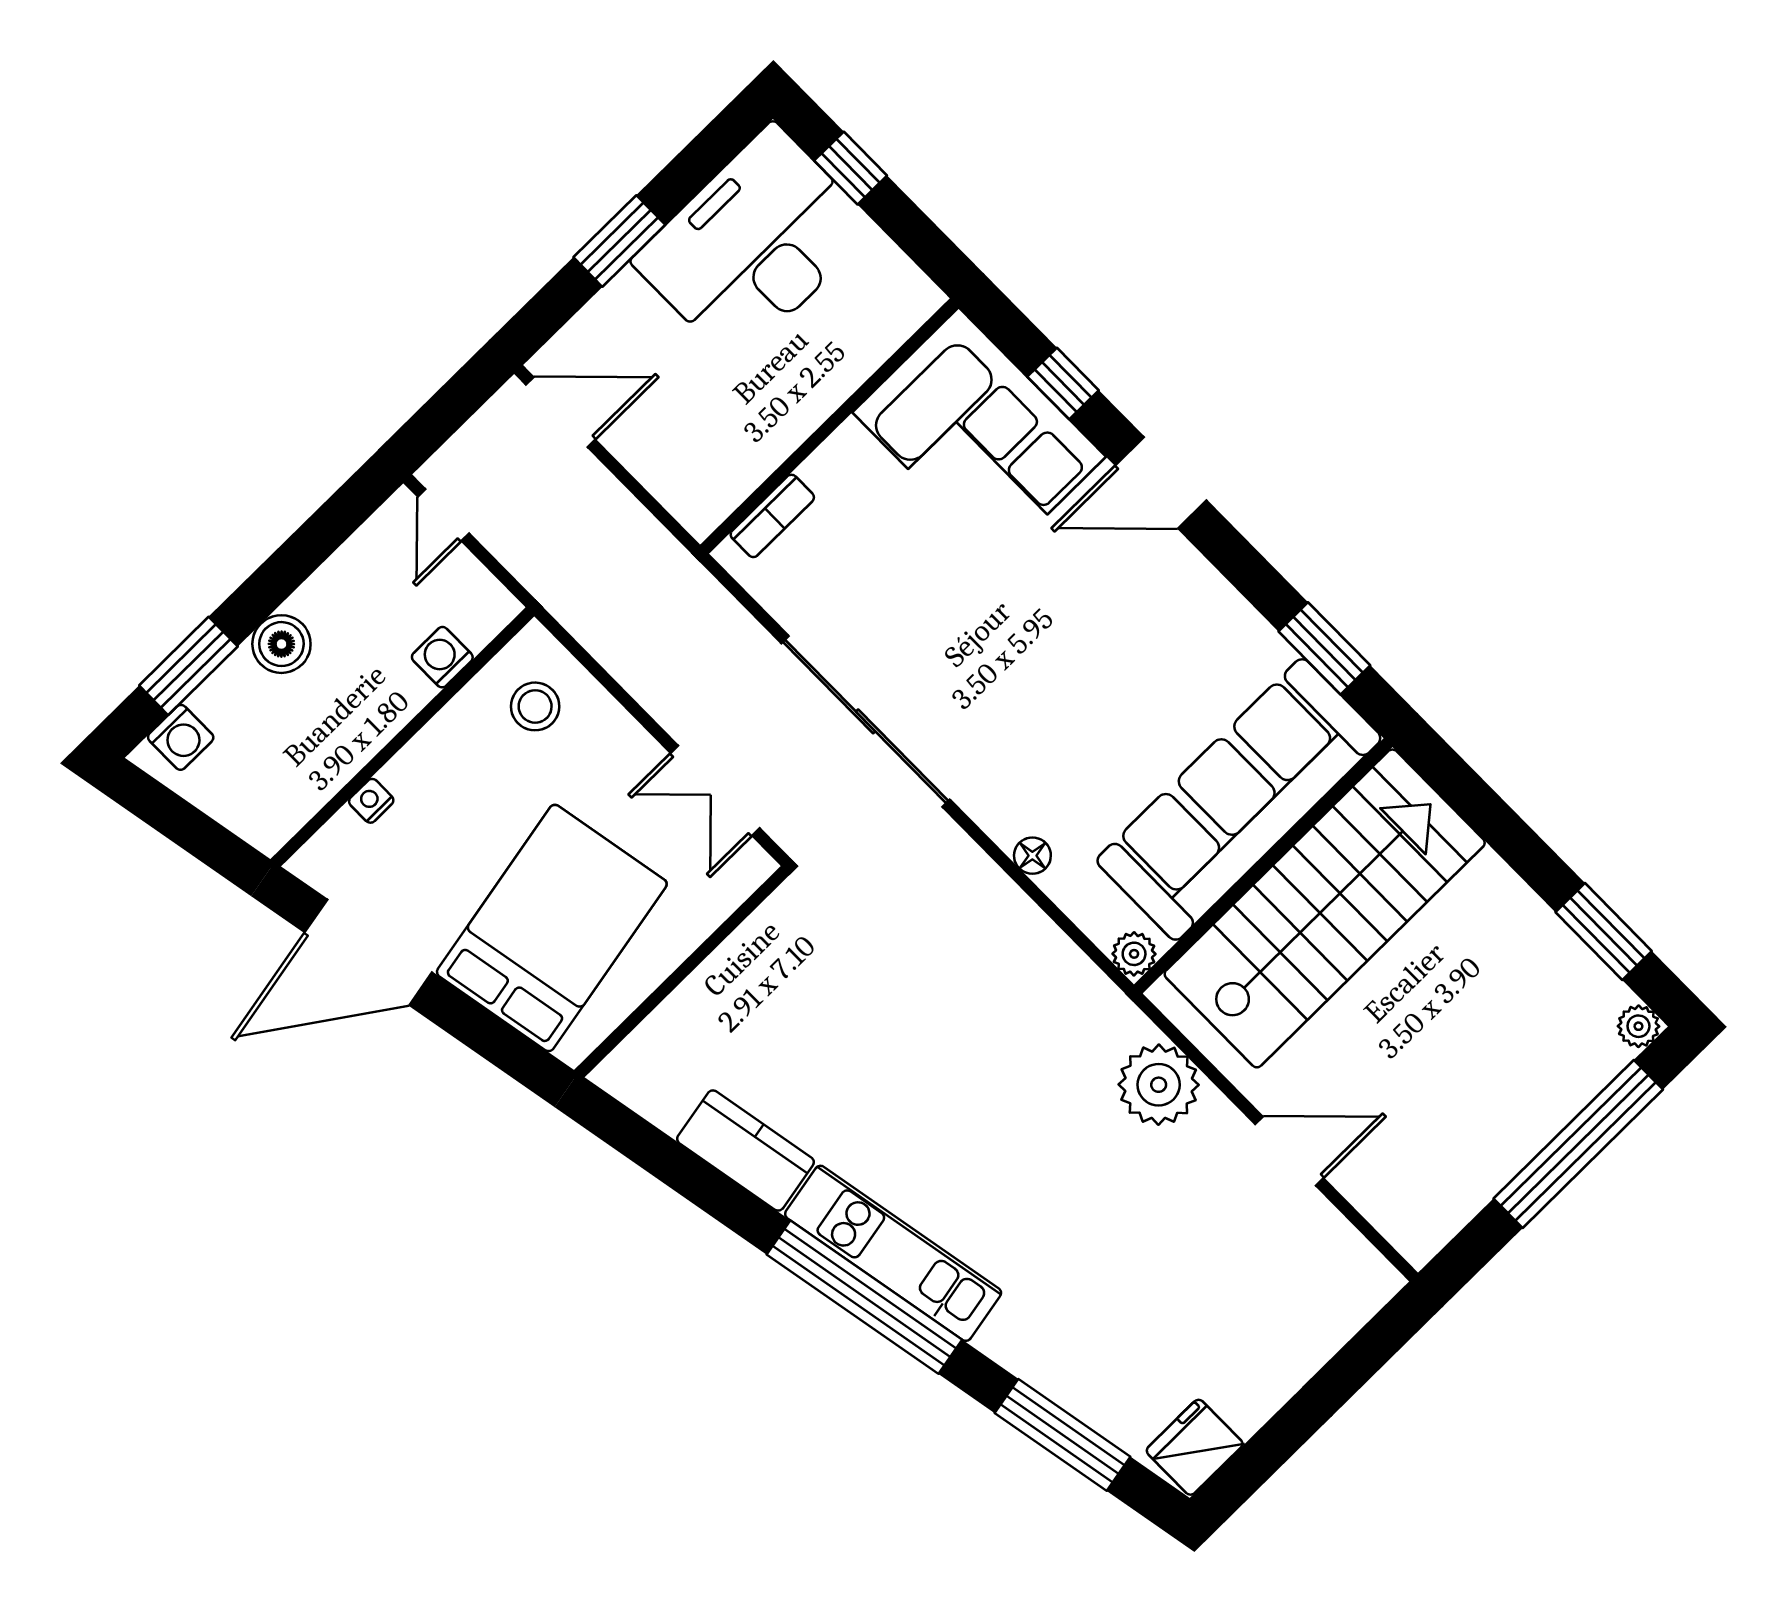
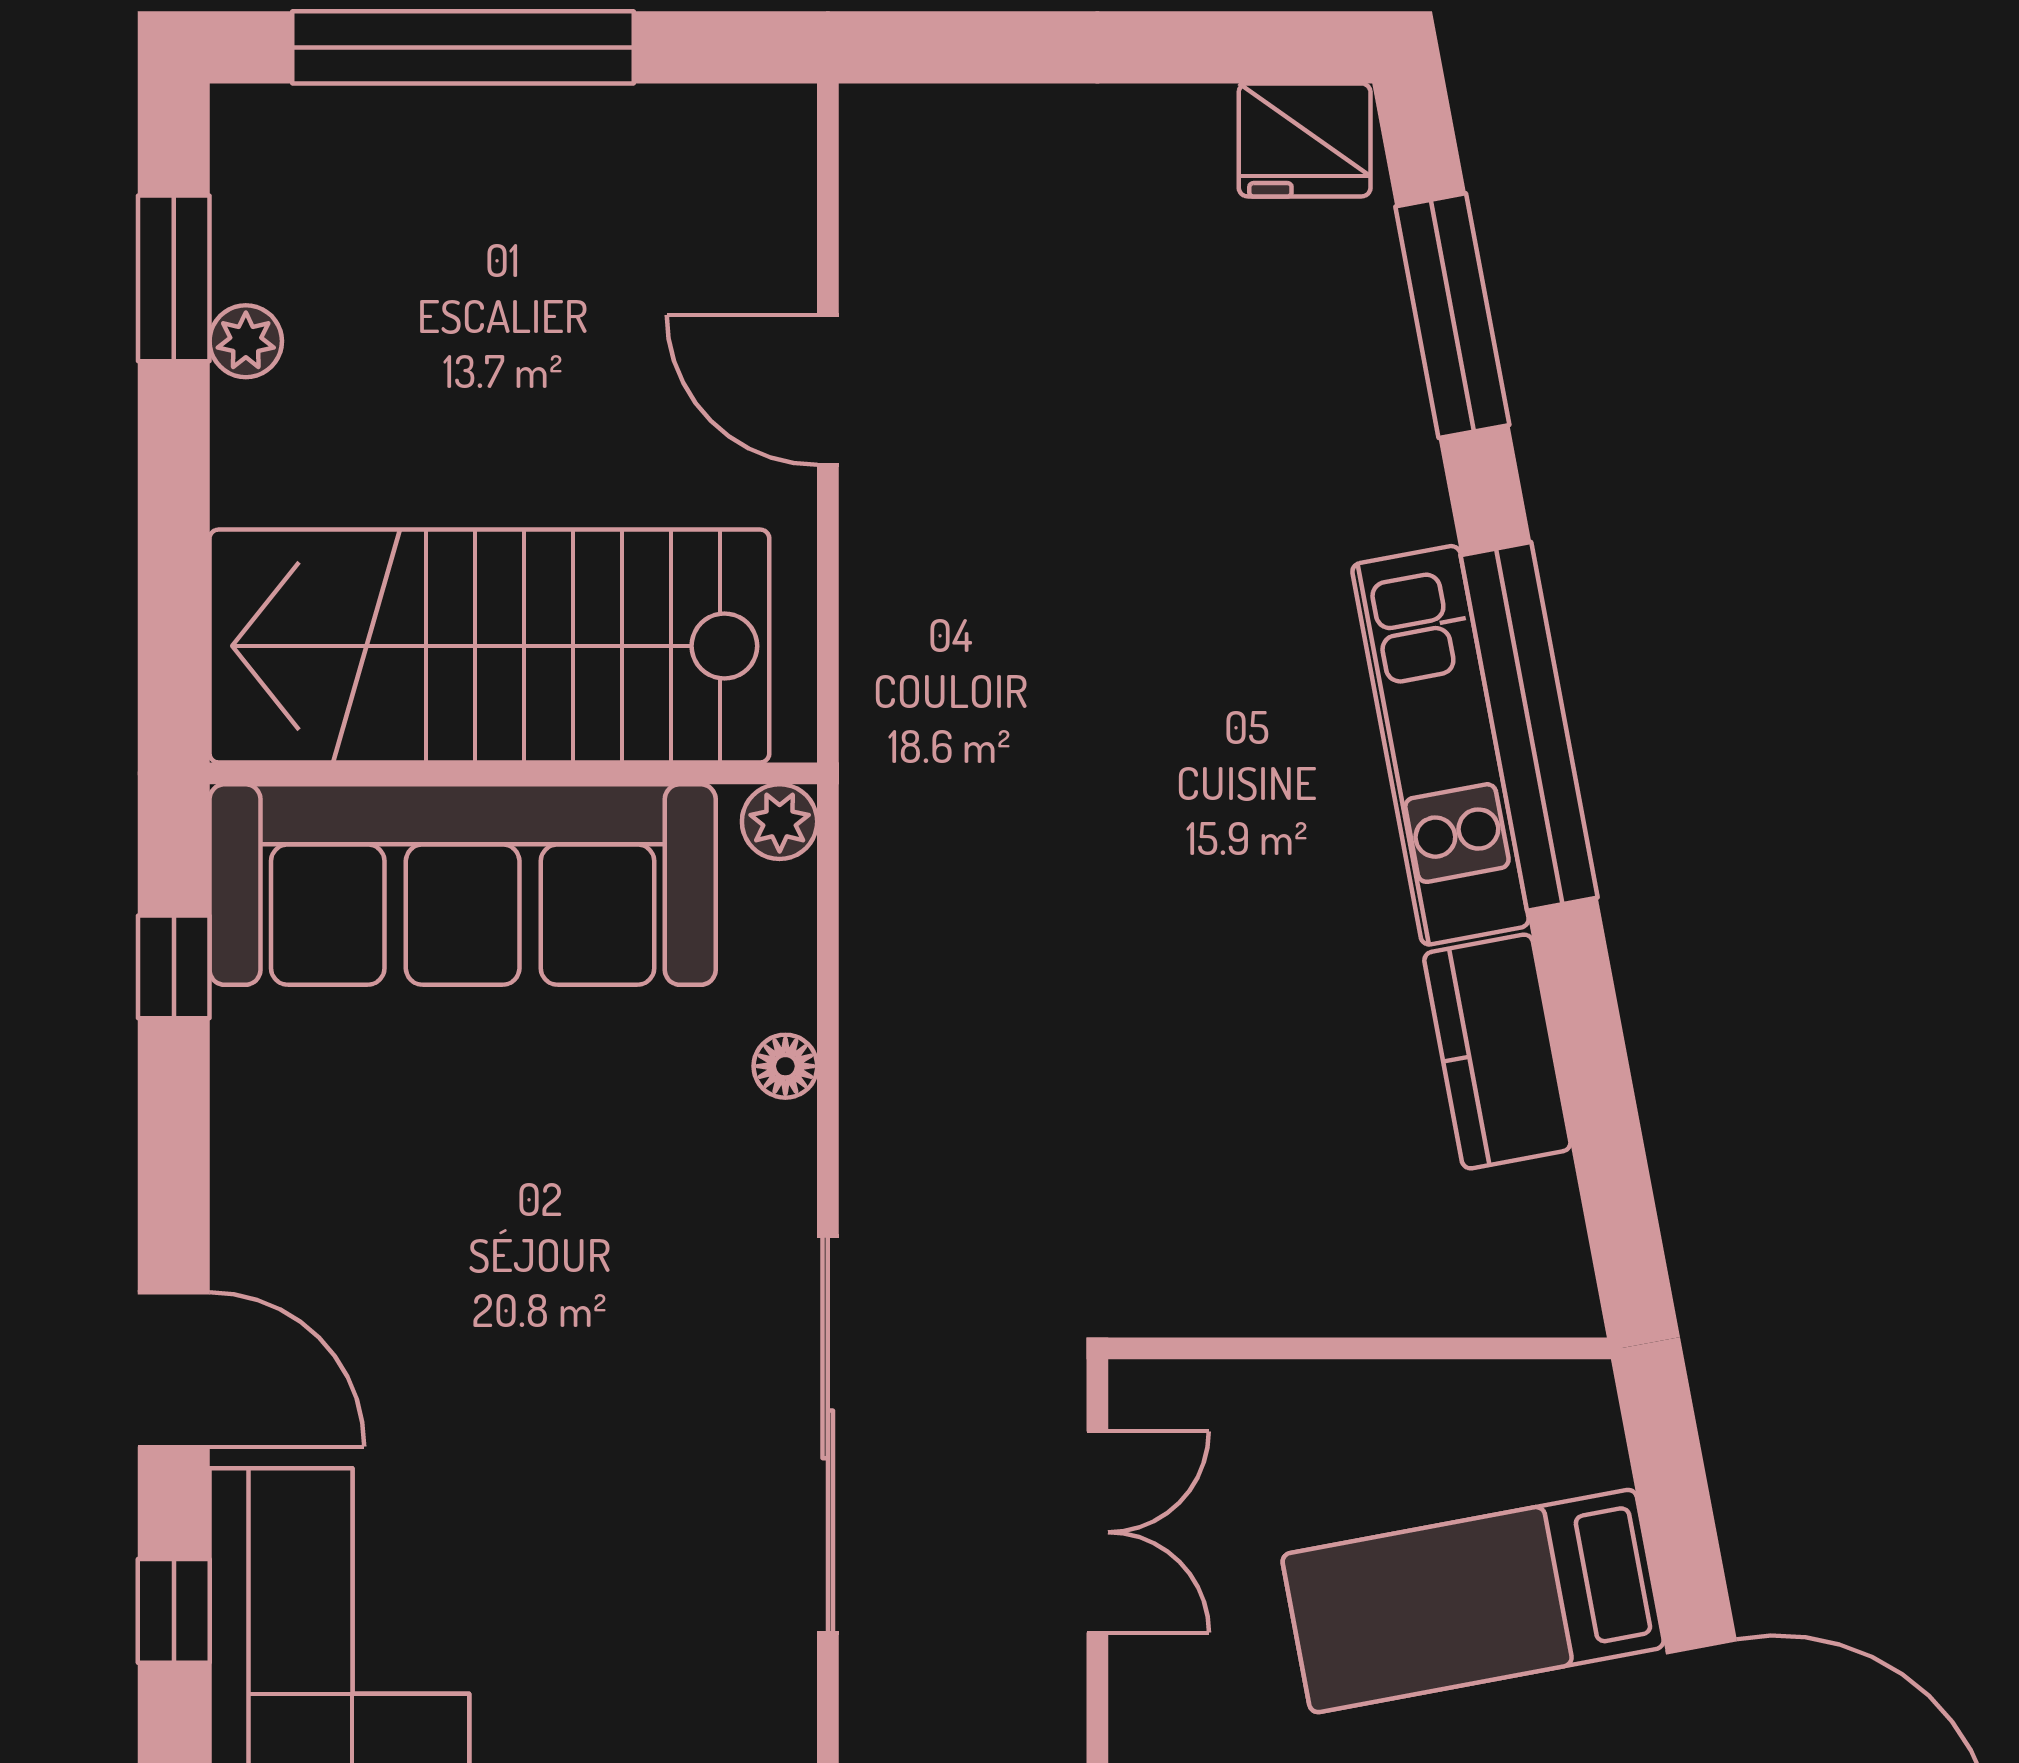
window: (1324, 648) -> (174, 967), width x0.67
bed: (552, 928) -> (1473, 1601), width x0.67
plant: (1638, 1026) -> (246, 341), moved
plant: (1159, 1085) -> (908, 630), removed

